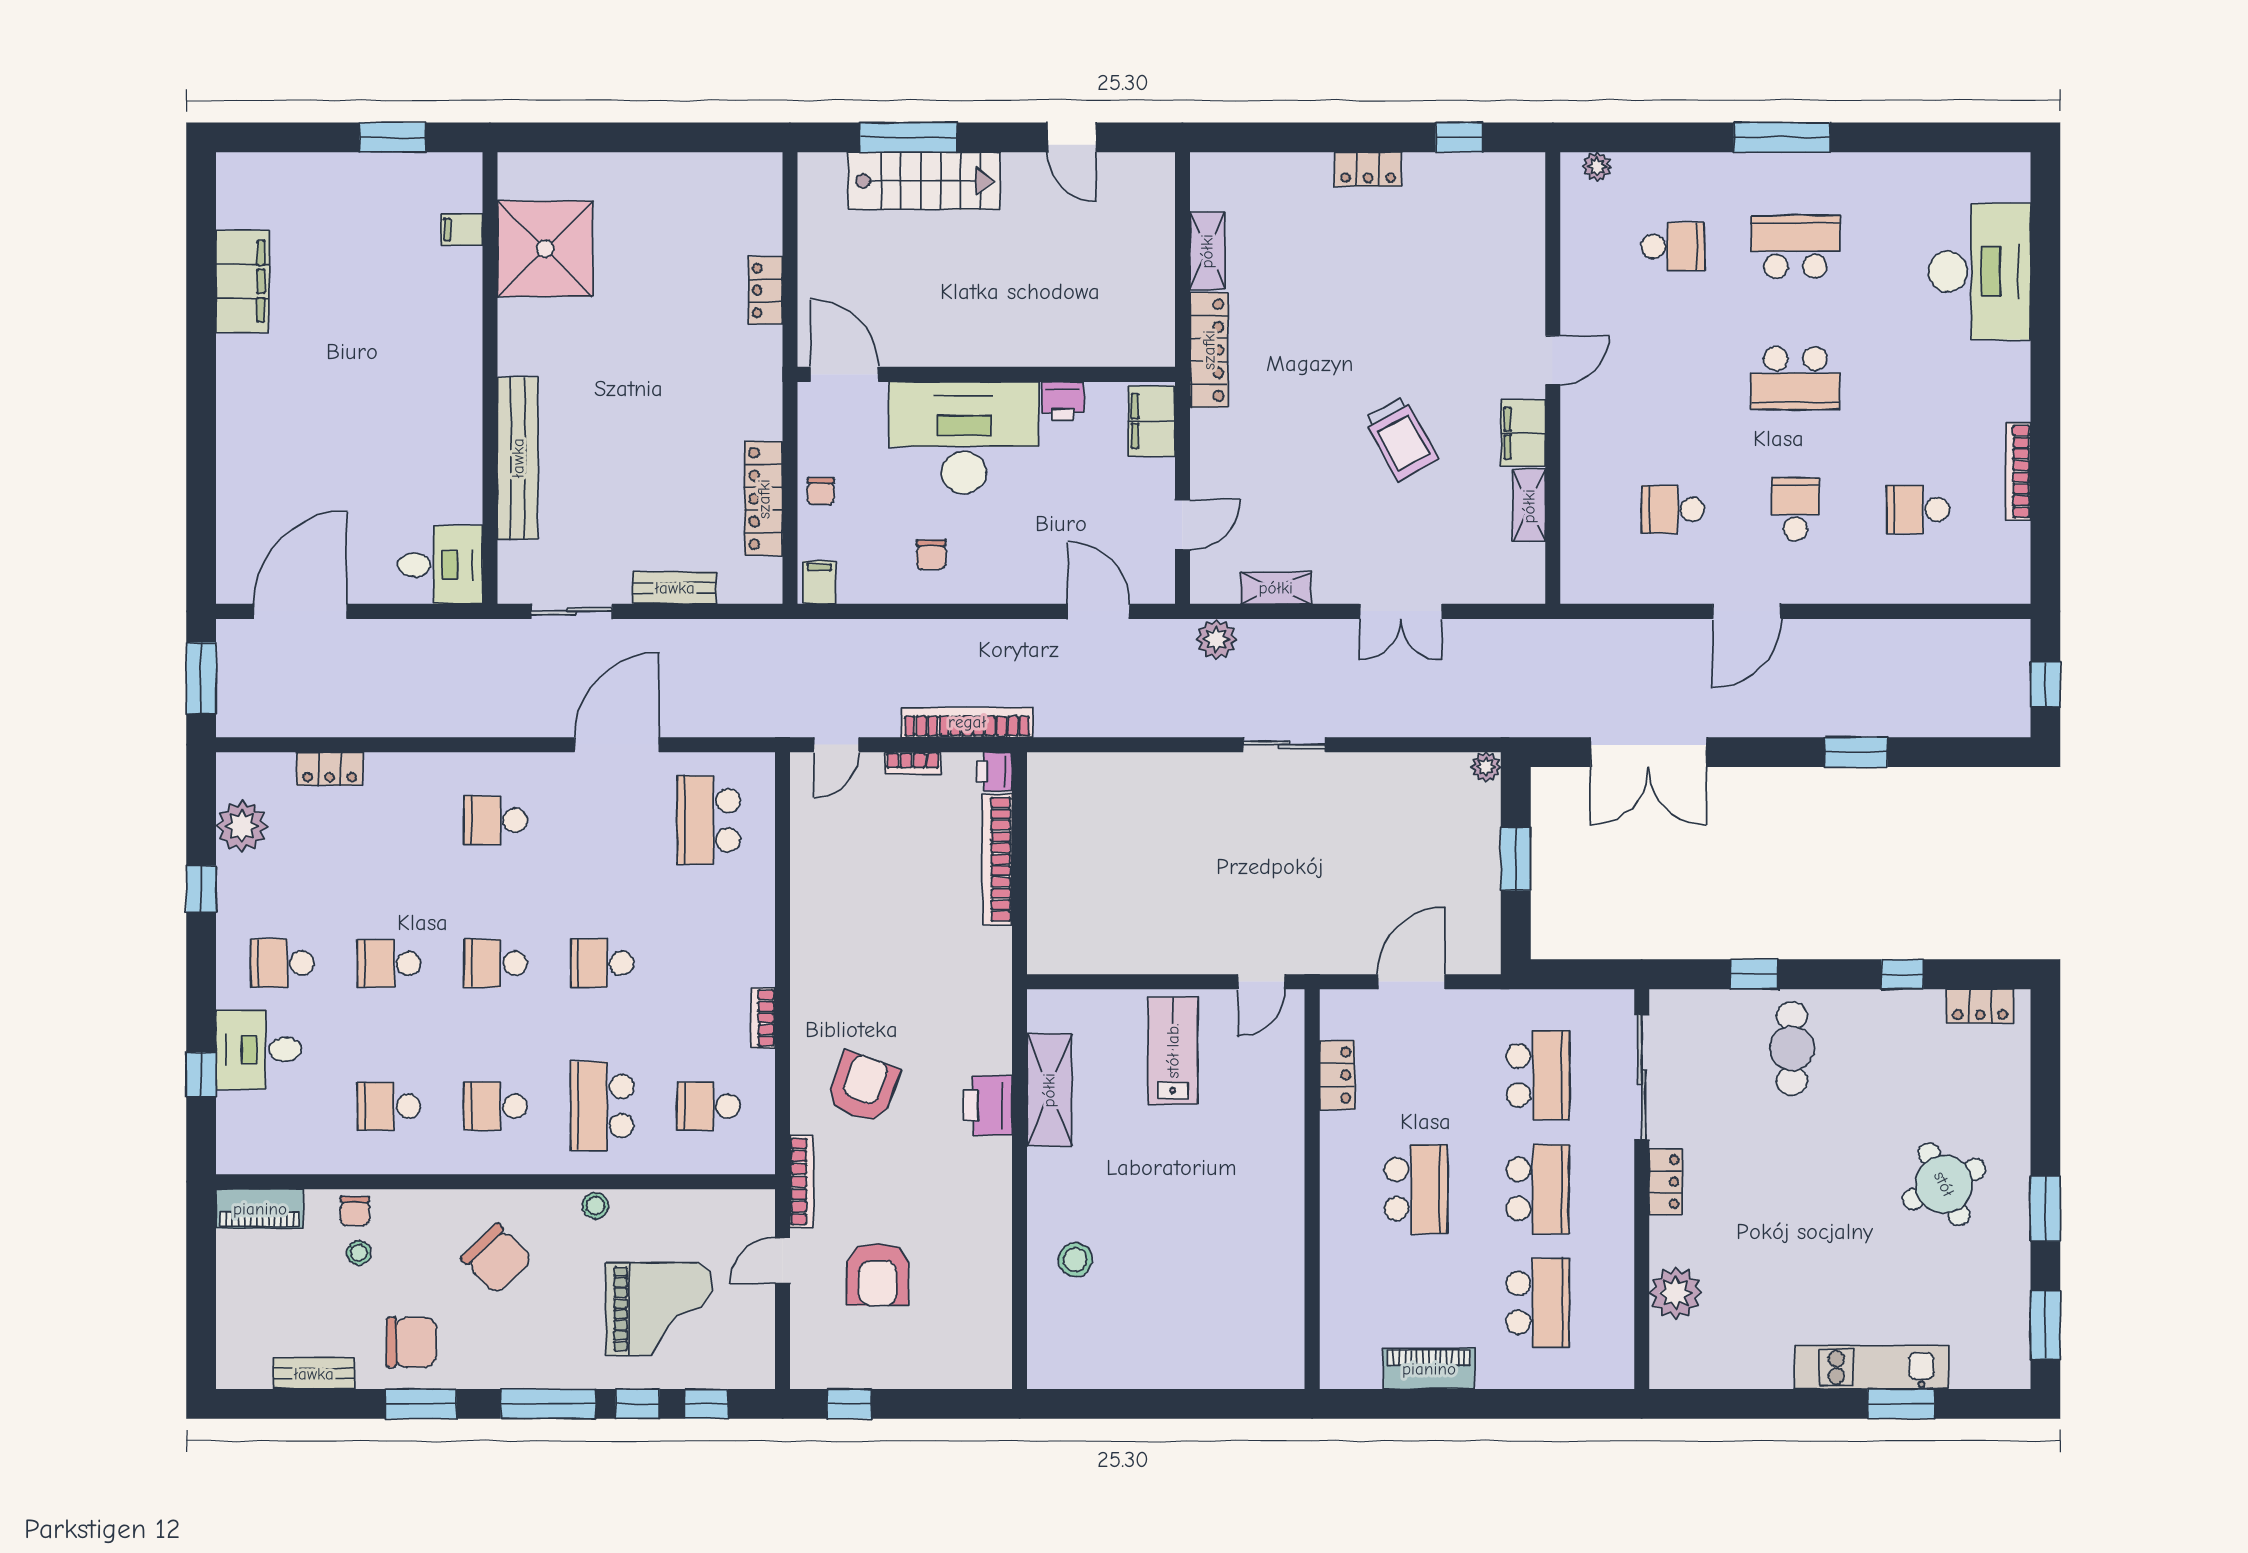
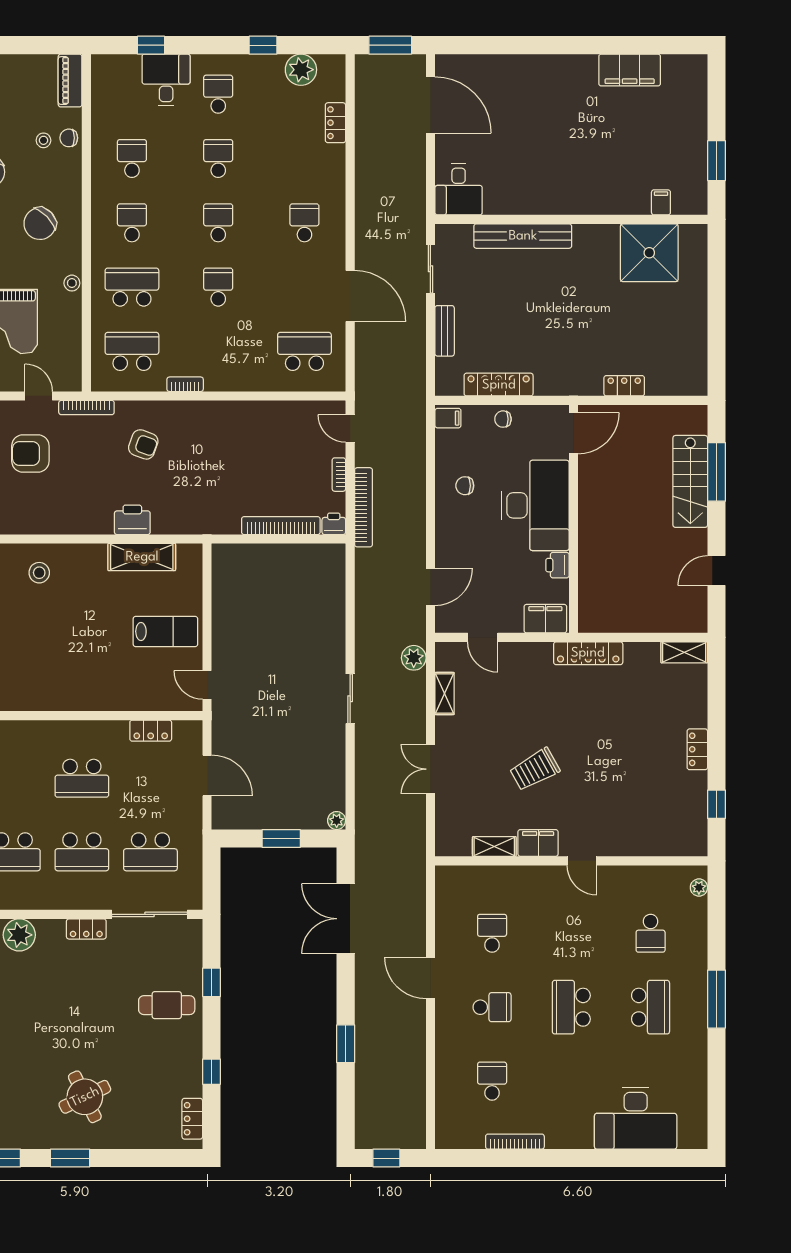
shelving: (1207, 251) -> (684, 652), moved
armchair: (863, 1087) -> (143, 444), width x0.72, depth x0.72
school desk: (709, 1106) -> (132, 351), width x1.85

